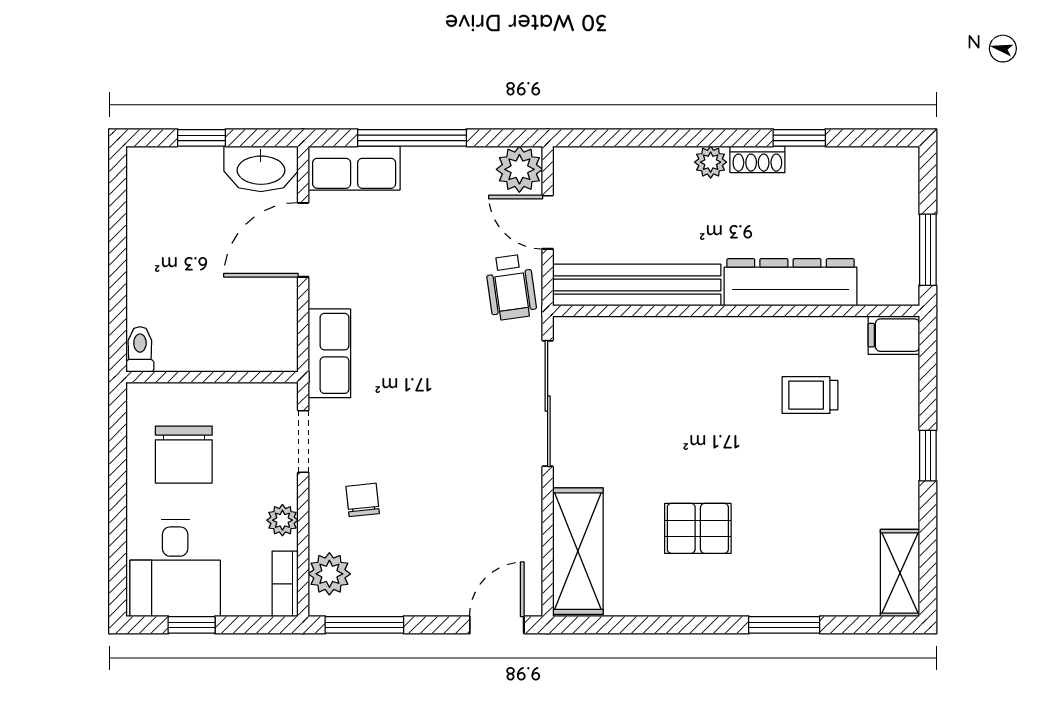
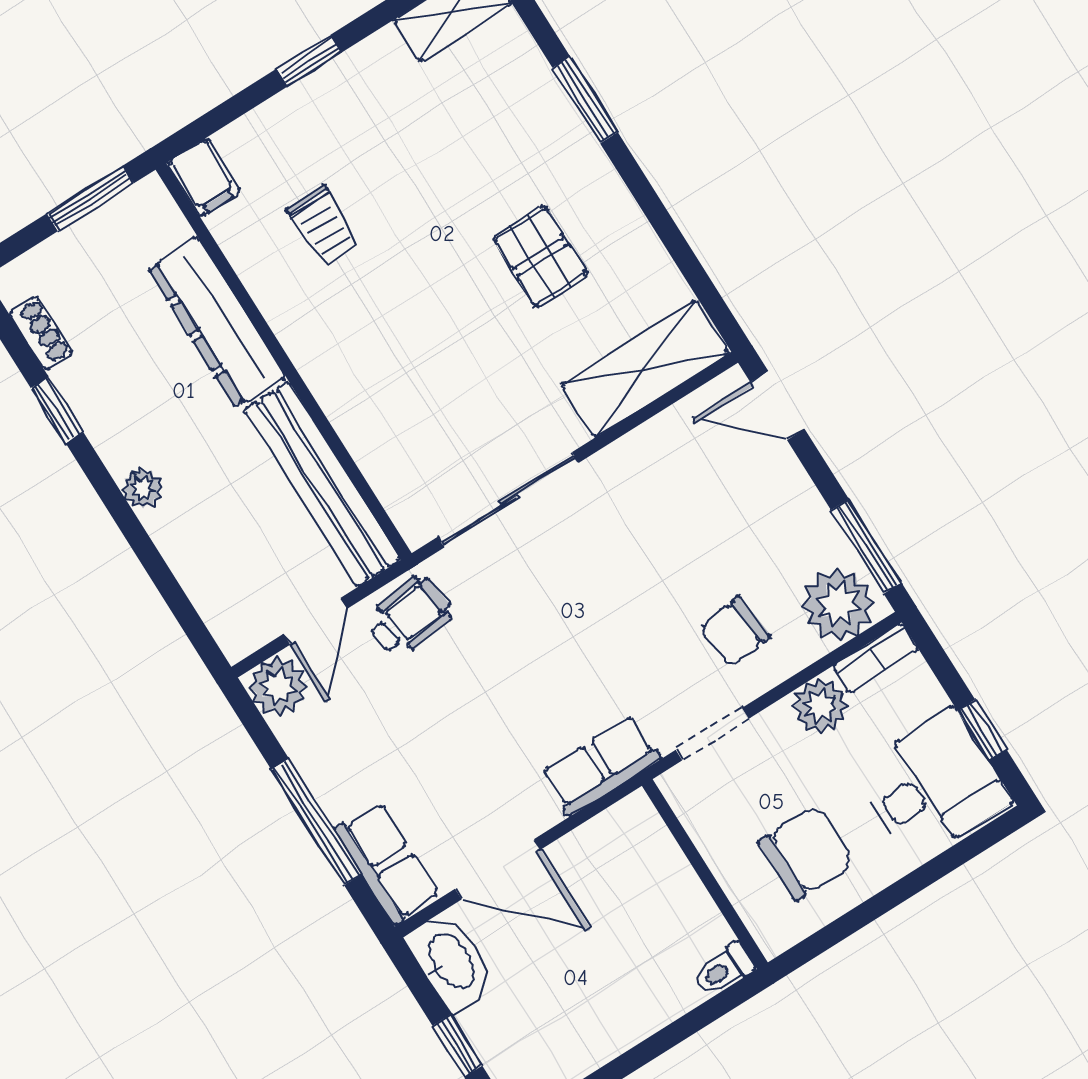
shoe rack: (757, 159) -> (41, 333), moved
chair: (363, 500) -> (735, 632), width x1.37, depth x1.37
plant: (282, 520) -> (820, 706), width x1.38, depth x1.38
plant: (329, 574) -> (838, 604), width x1.36, depth x1.36

